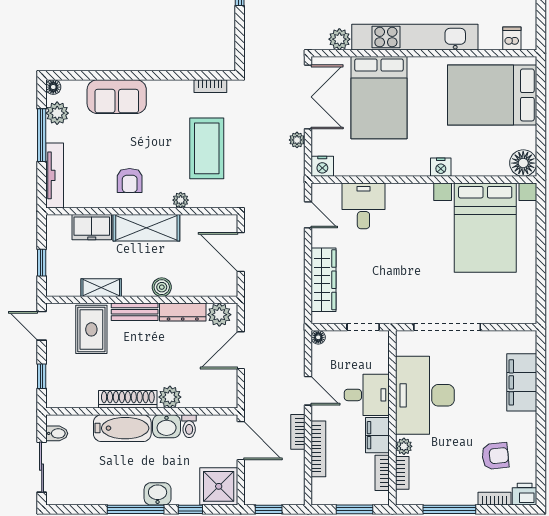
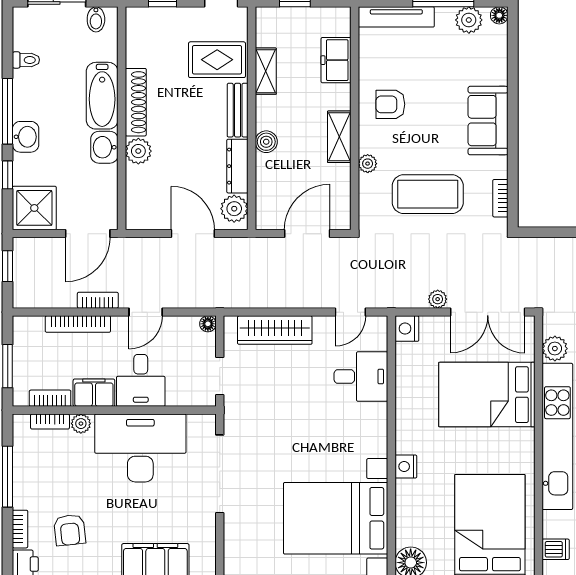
sofa: (117, 97) -> (488, 121), moved
shelving: (146, 228) -> (339, 137), width x0.67, depth x0.75
toilet: (189, 426) -> (26, 60), moved, turned 180

